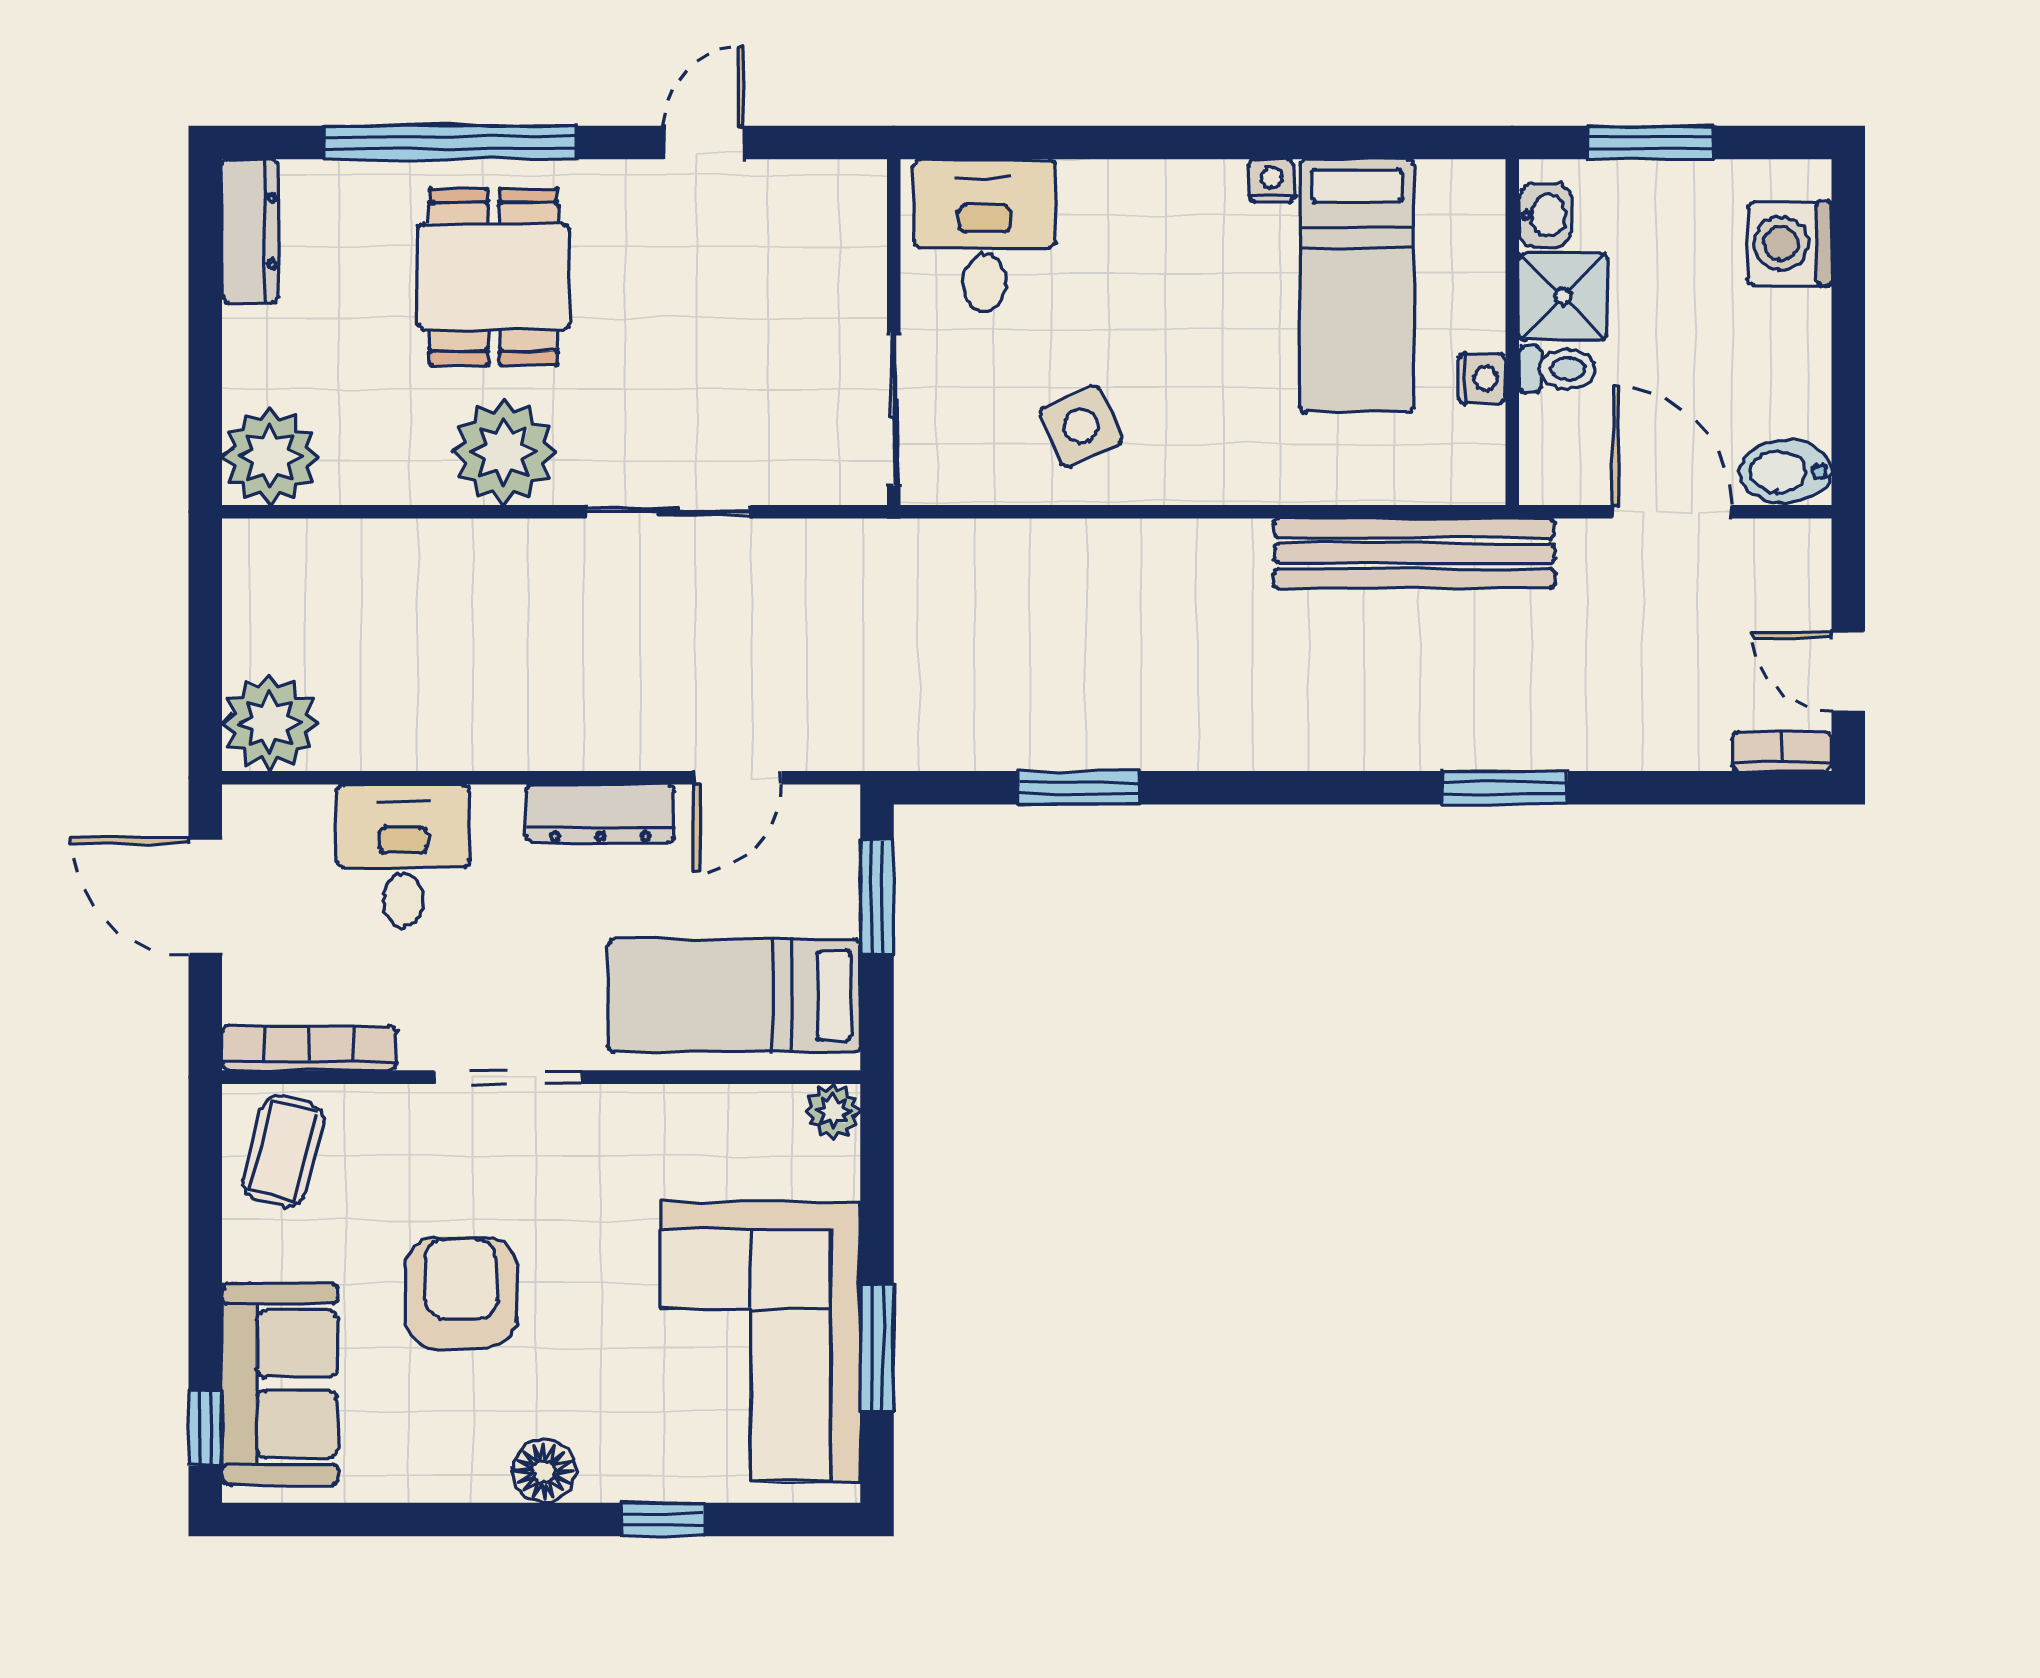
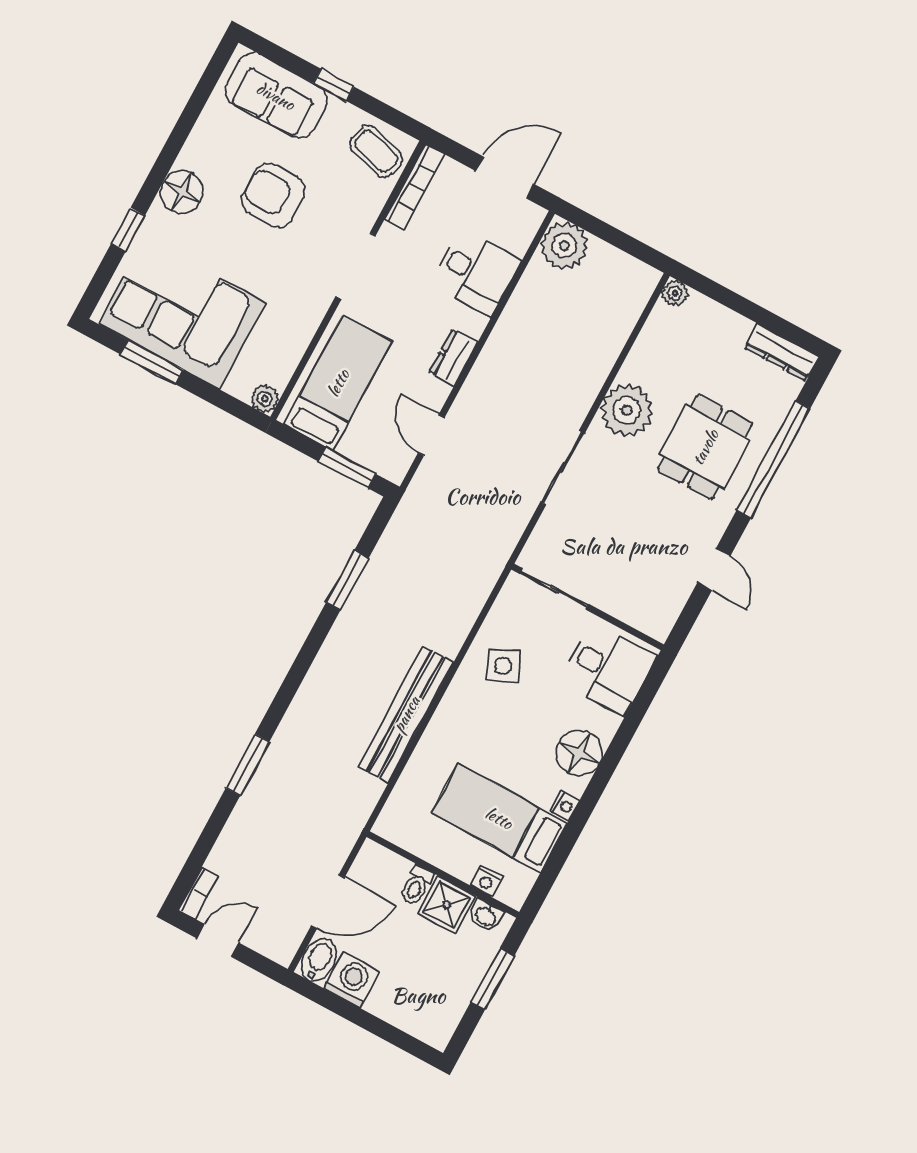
floor lamp: (1163, 206) -> (579, 753), added
washing machine: (1790, 243) -> (352, 980), moved
dining table: (493, 277) -> (705, 447), turned 90
nightstand: (1482, 378) -> (487, 881), moved
plant: (270, 457) -> (675, 293), width x0.53, depth x0.53
bench: (1414, 553) -> (406, 714), moved
dresser: (600, 813) -> (453, 358), width x0.70
armchair: (461, 1293) -> (273, 195), turned 180
window: (205, 1428) -> (334, 85), moved
floor lamp: (544, 1471) -> (182, 192), width x1.38, depth x1.38

